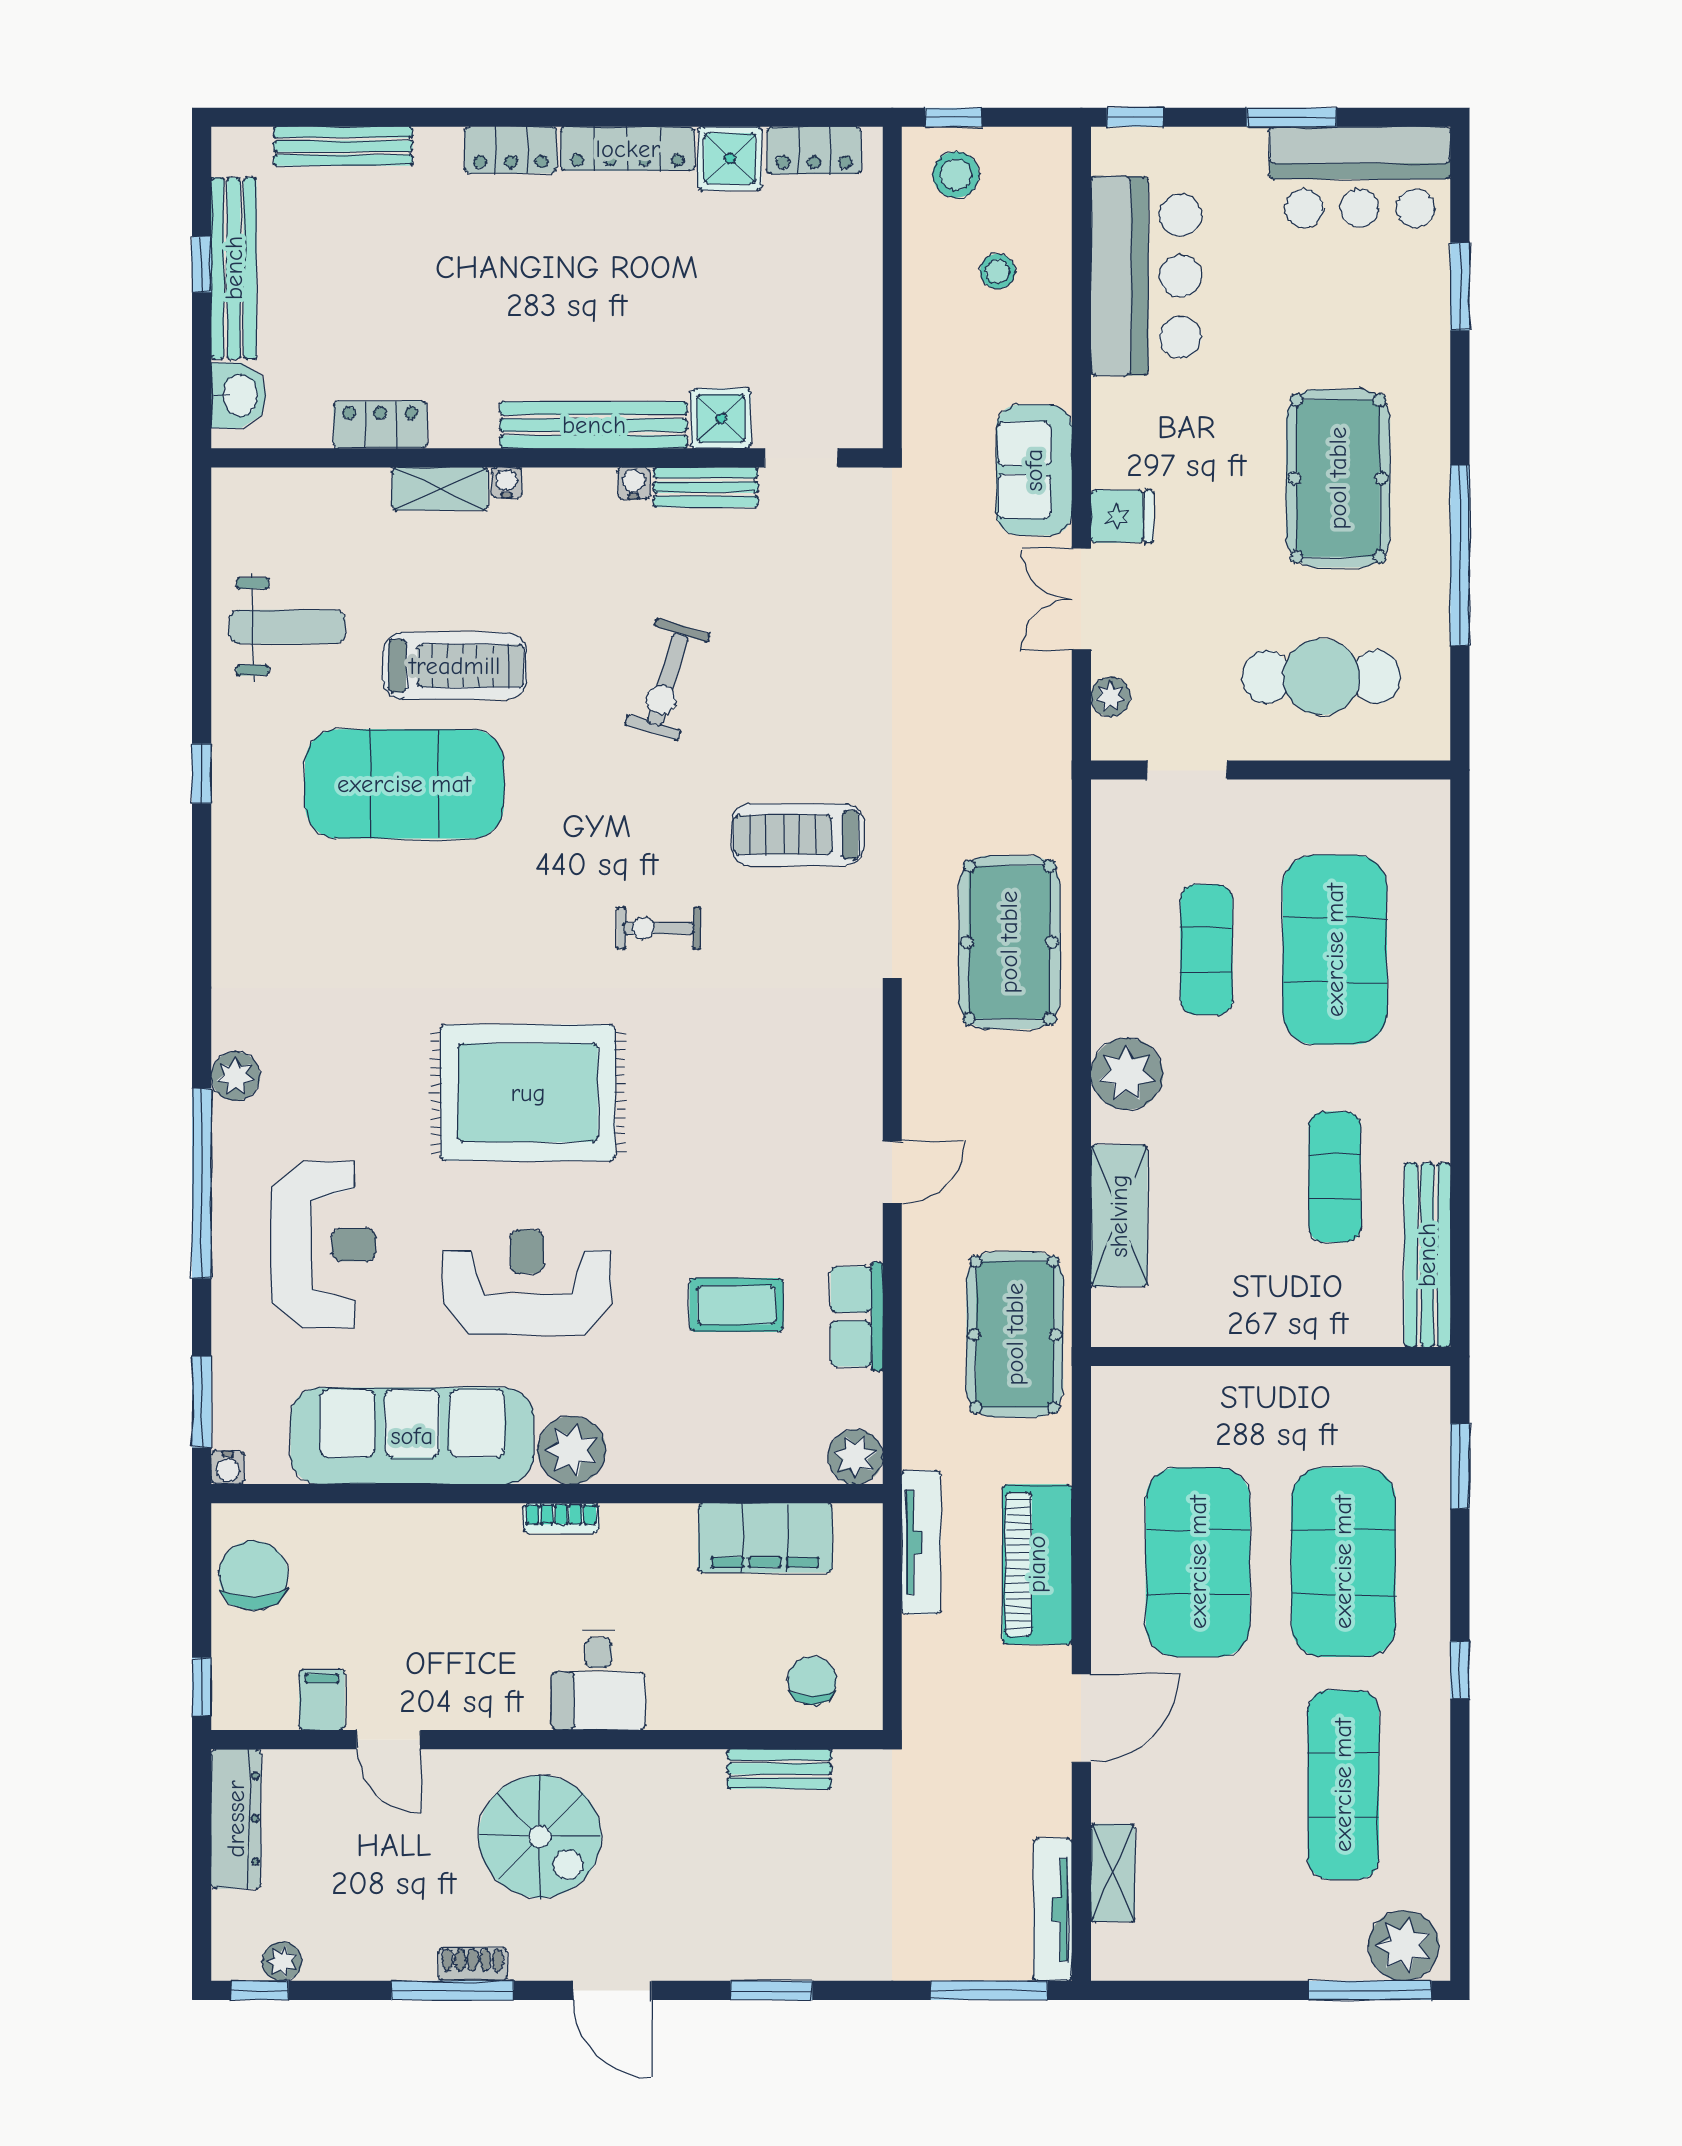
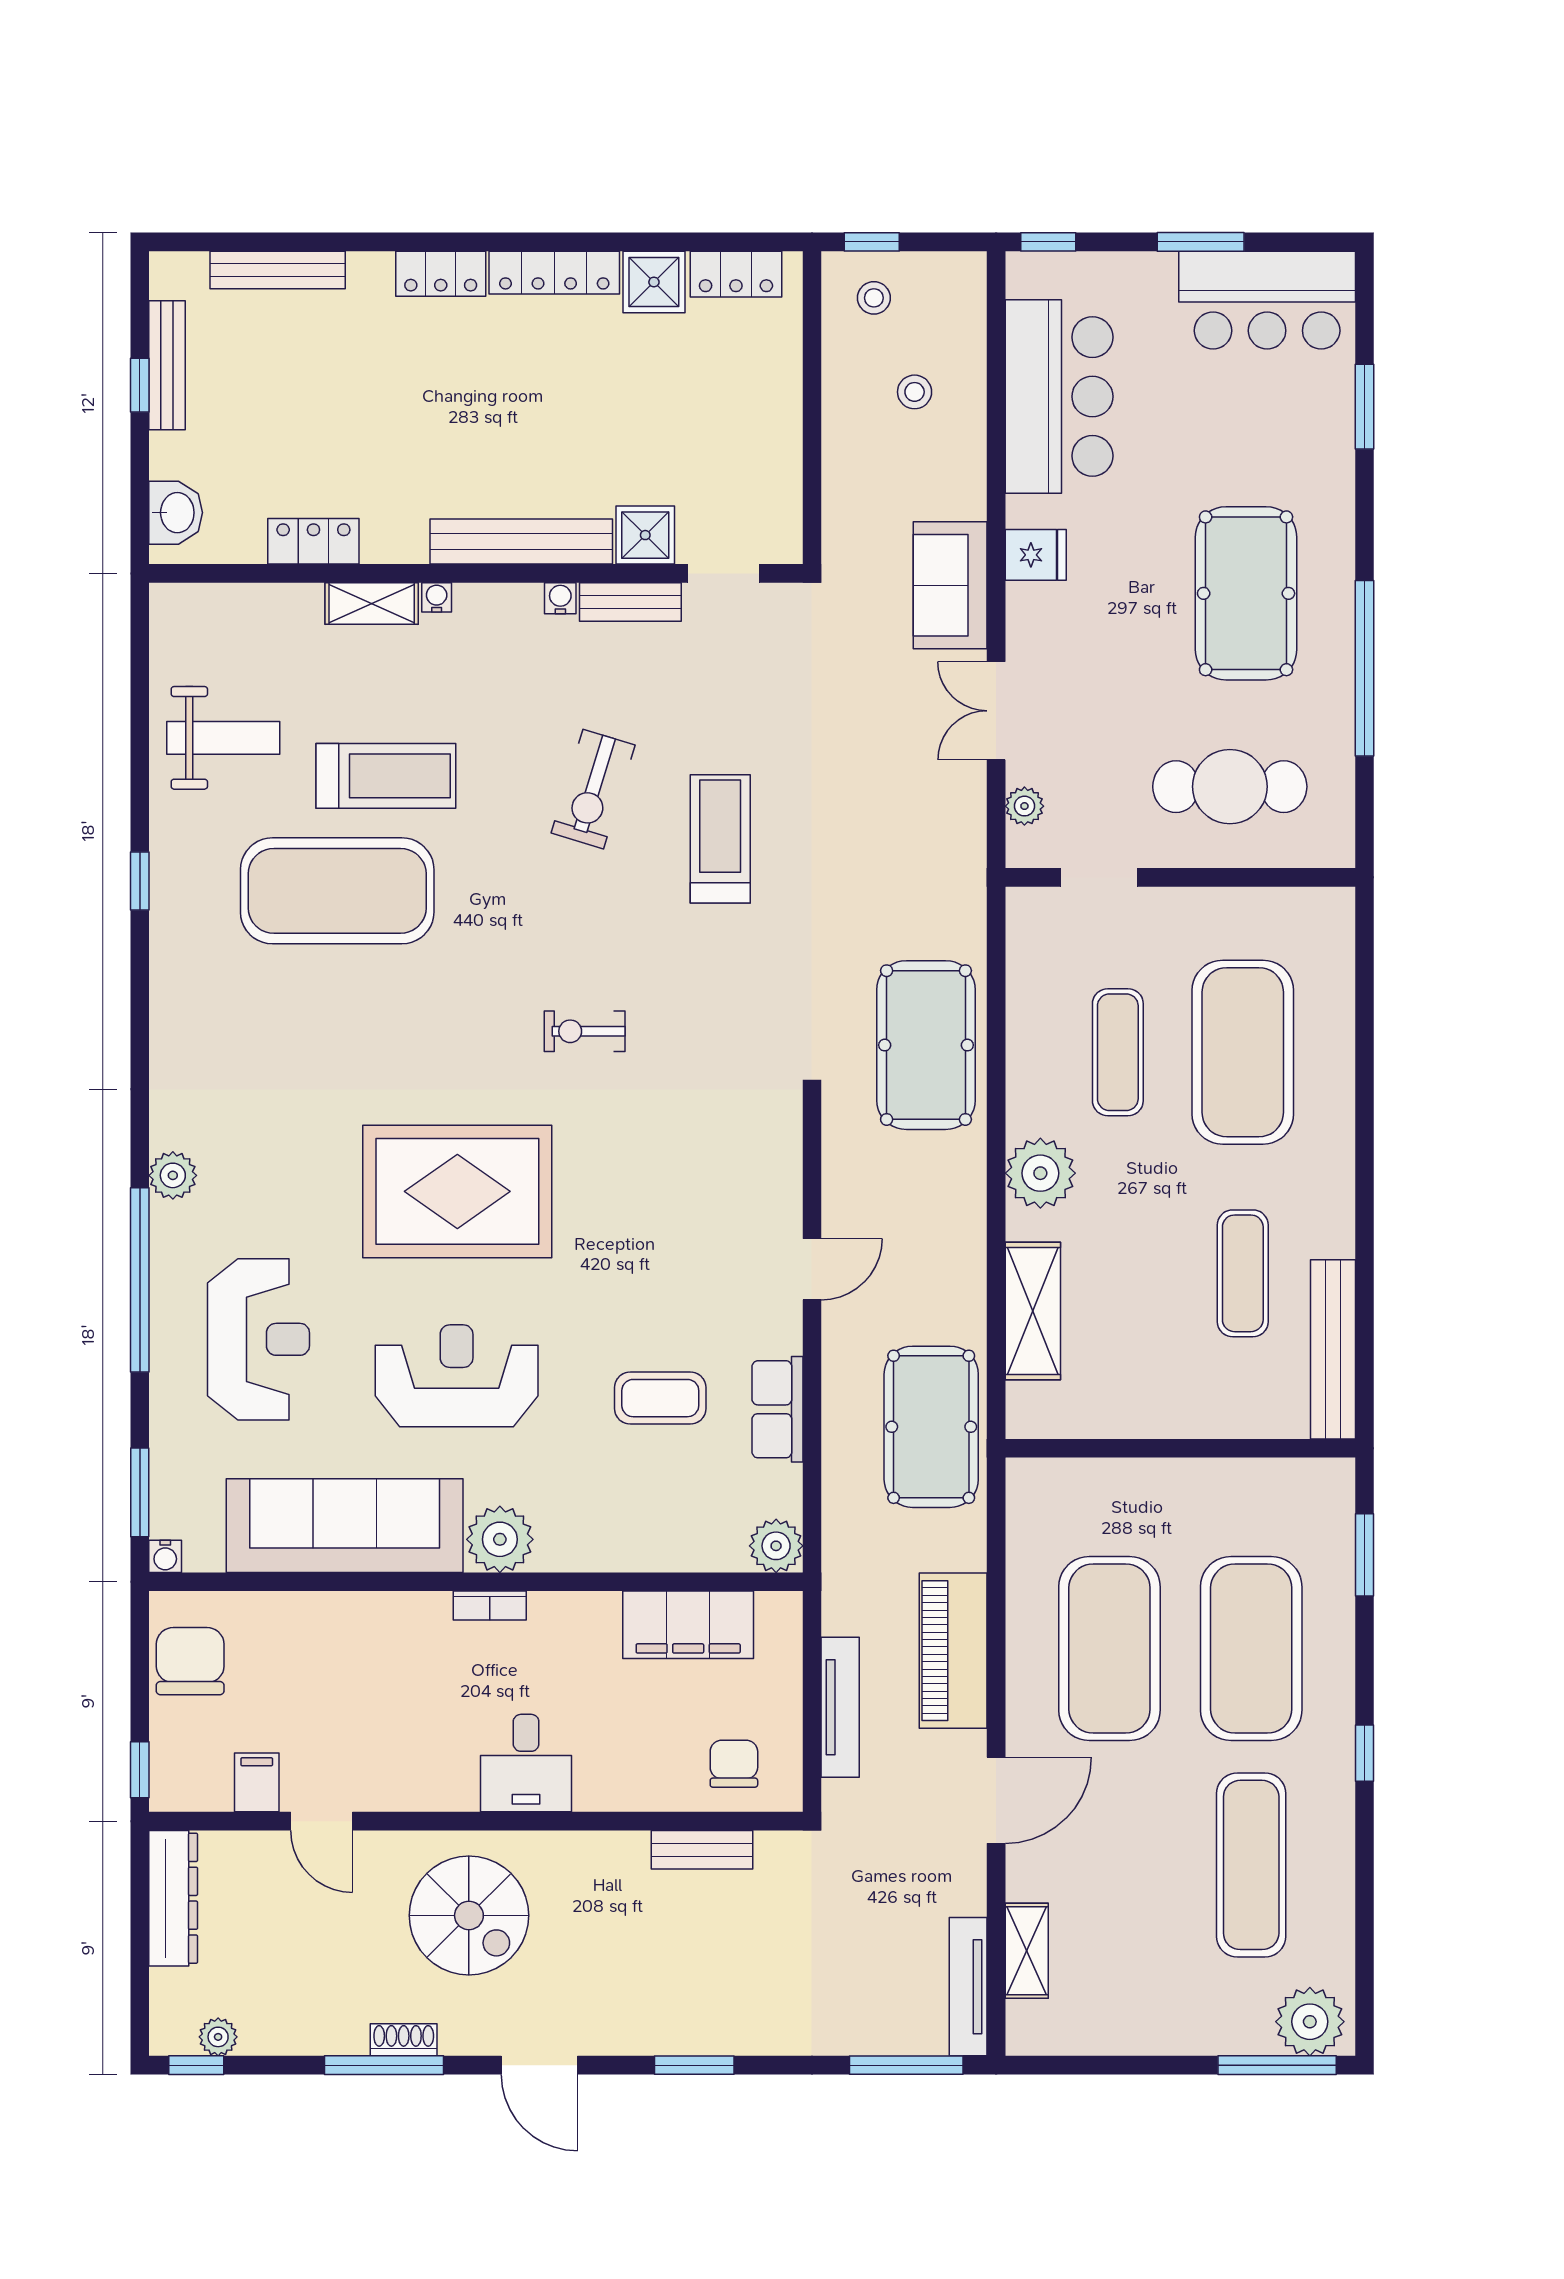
stool: (956, 175) -> (874, 298), width x0.73, depth x0.73
bench: (234, 268) -> (167, 365), width x0.73, depth x0.82
fridge: (1122, 516) -> (1036, 555), moved
treadmill: (797, 835) -> (720, 839), moved, turned 90
tv unit: (921, 1542) -> (840, 1707), moved

